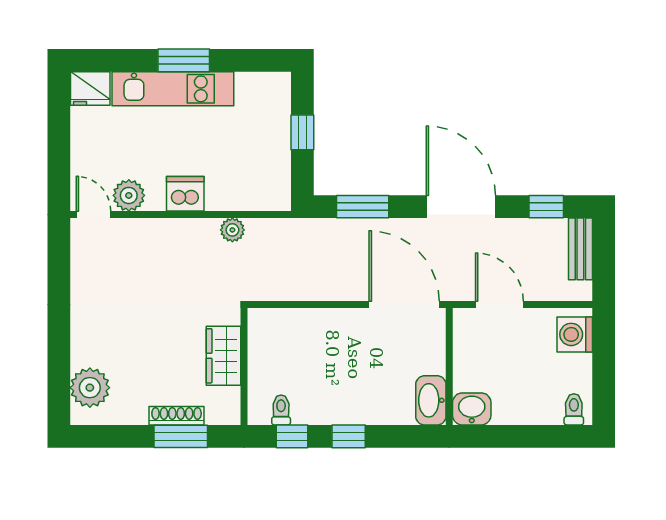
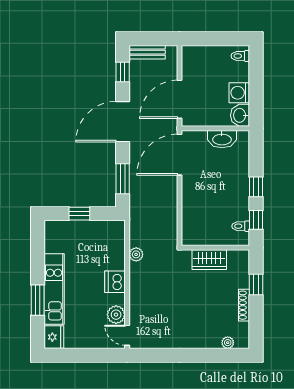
window: (184, 60) -> (38, 300), moved
door: (93, 215) -> (127, 335), hinge flipped
door: (499, 305) -> (179, 99), width x1.36
washing machine: (575, 334) -> (239, 93), moved, turned 90
plant: (90, 388) -> (228, 343), width x0.53, depth x0.53
washbasin: (431, 400) -> (222, 139), moved
shoe rack: (177, 416) -> (244, 305), moved
window: (181, 436) -> (256, 284), width x0.67

